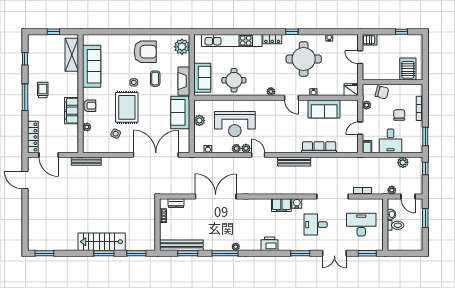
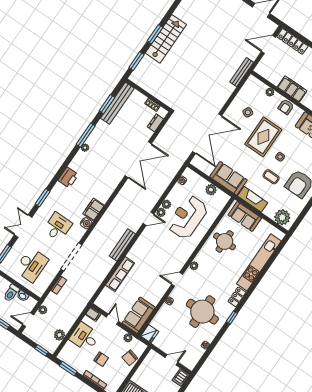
rug: (127, 107) -> (263, 137), turned 90
sofa: (324, 109) -> (139, 315), moved

